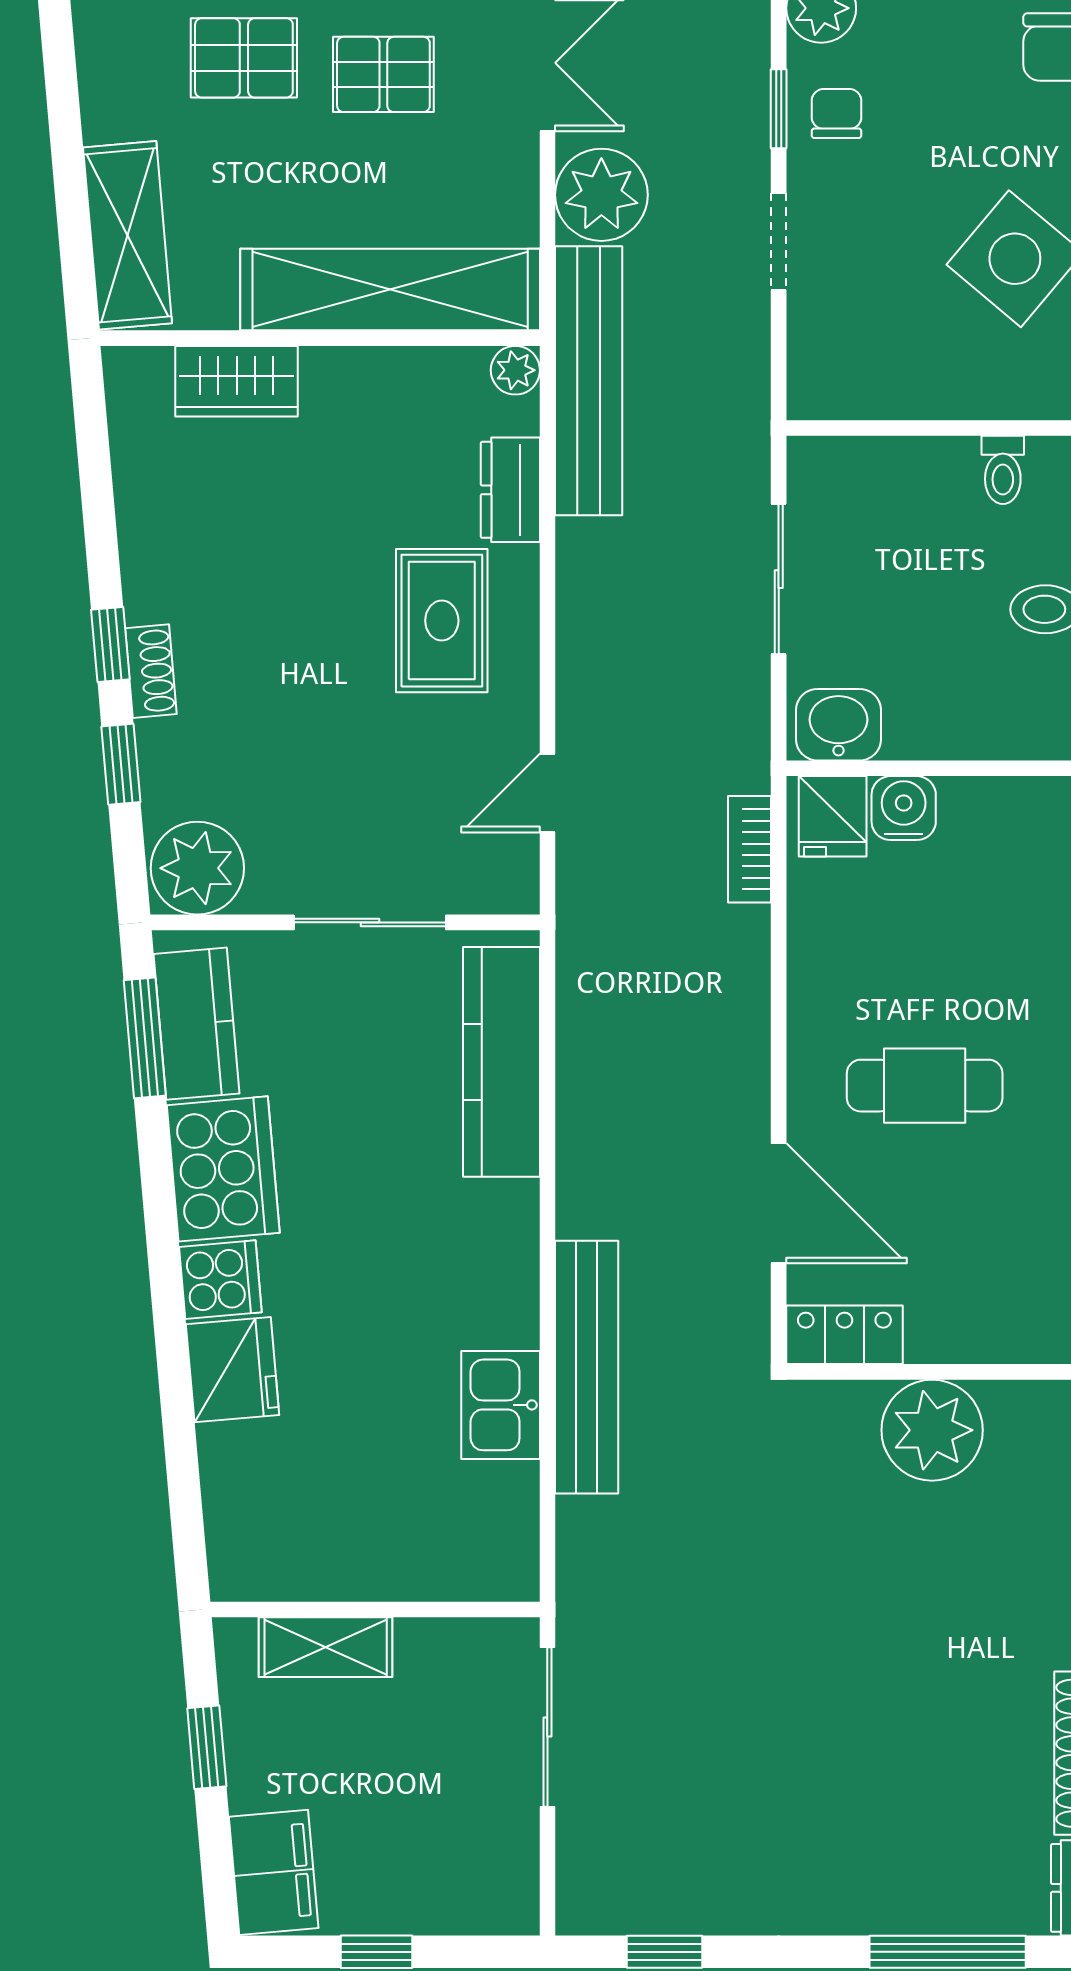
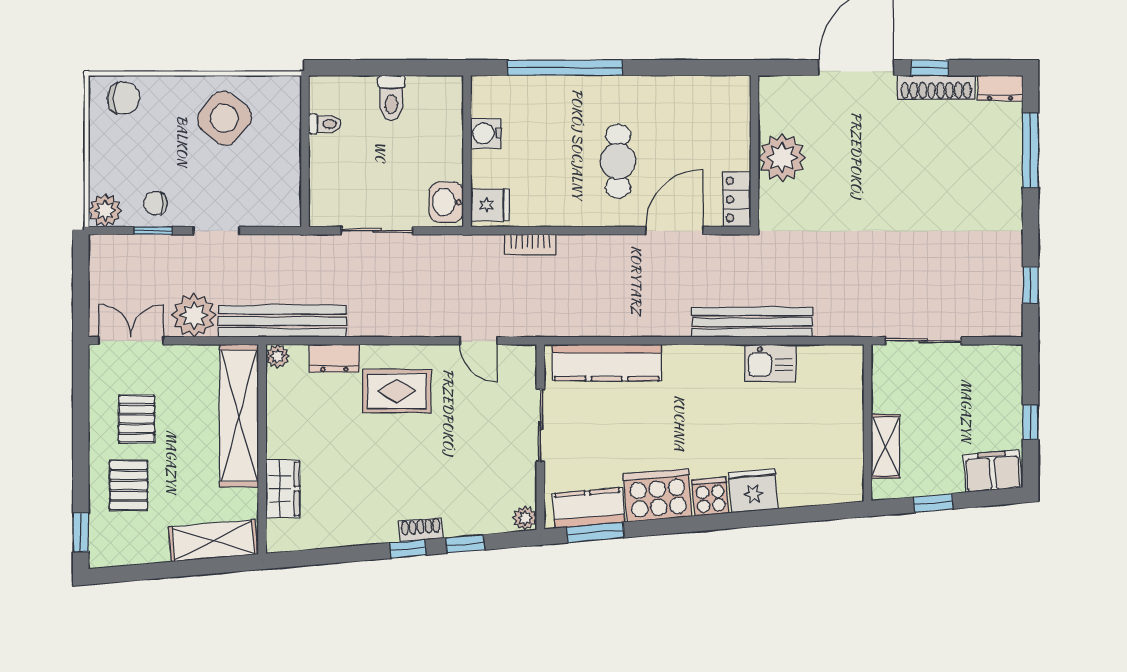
water cooler: (904, 808) -> (486, 133), moved
bookcase: (750, 849) -> (530, 245), moved
plant: (197, 868) -> (525, 518), width x0.53, depth x0.53

